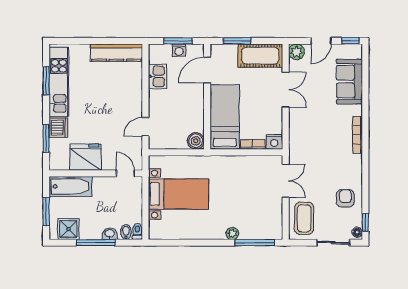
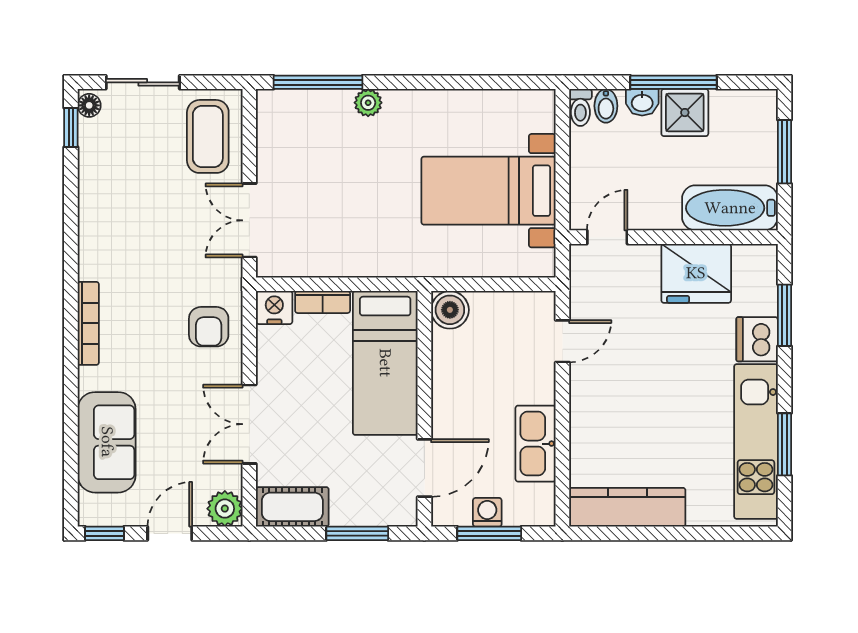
cot: (260, 56) -> (292, 507), width x0.73, depth x0.75
kitchen sink: (157, 76) -> (536, 444), width x1.38
door: (125, 173) -> (607, 237), swing flipped
armchair: (345, 198) -> (209, 327), moved
shower: (68, 229) -> (685, 113), moved

